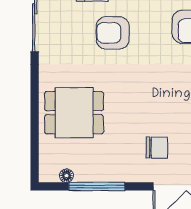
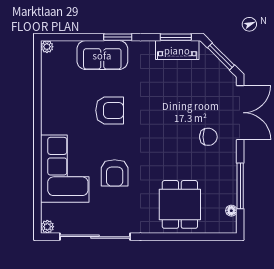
chair: (157, 147) -> (208, 137), turned 90

